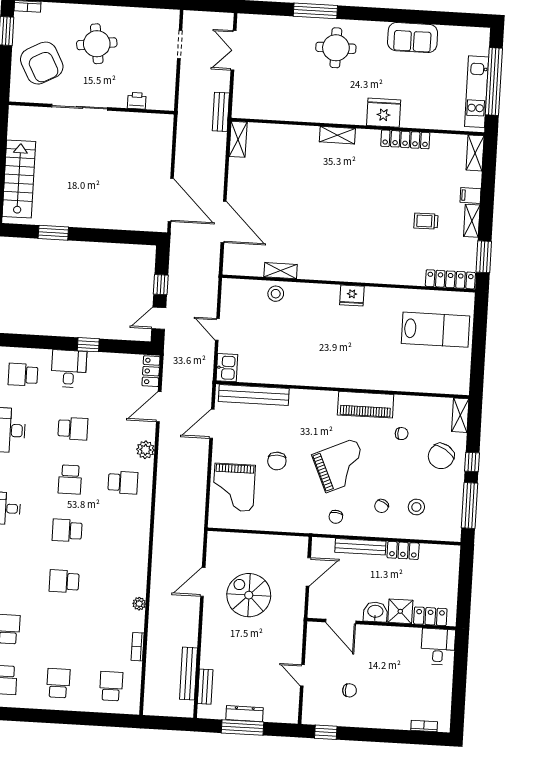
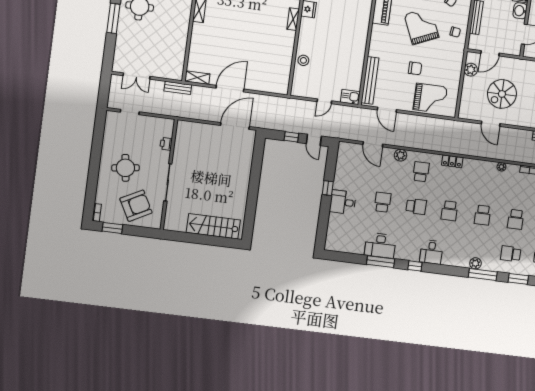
door: (224, 222) -> (230, 89), moved
window: (53, 233) -> (251, 206), removed
shelving: (281, 271) -> (293, 19), moved
locker: (151, 371) -> (452, 161), moved
school desk: (23, 375) -> (516, 219), moved
plant: (281, 545) -> (471, 70), added
door: (308, 572) -> (490, 53), swing flipped

